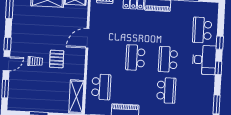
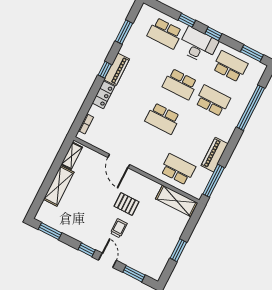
school desk: (199, 92) -> (230, 66), added

